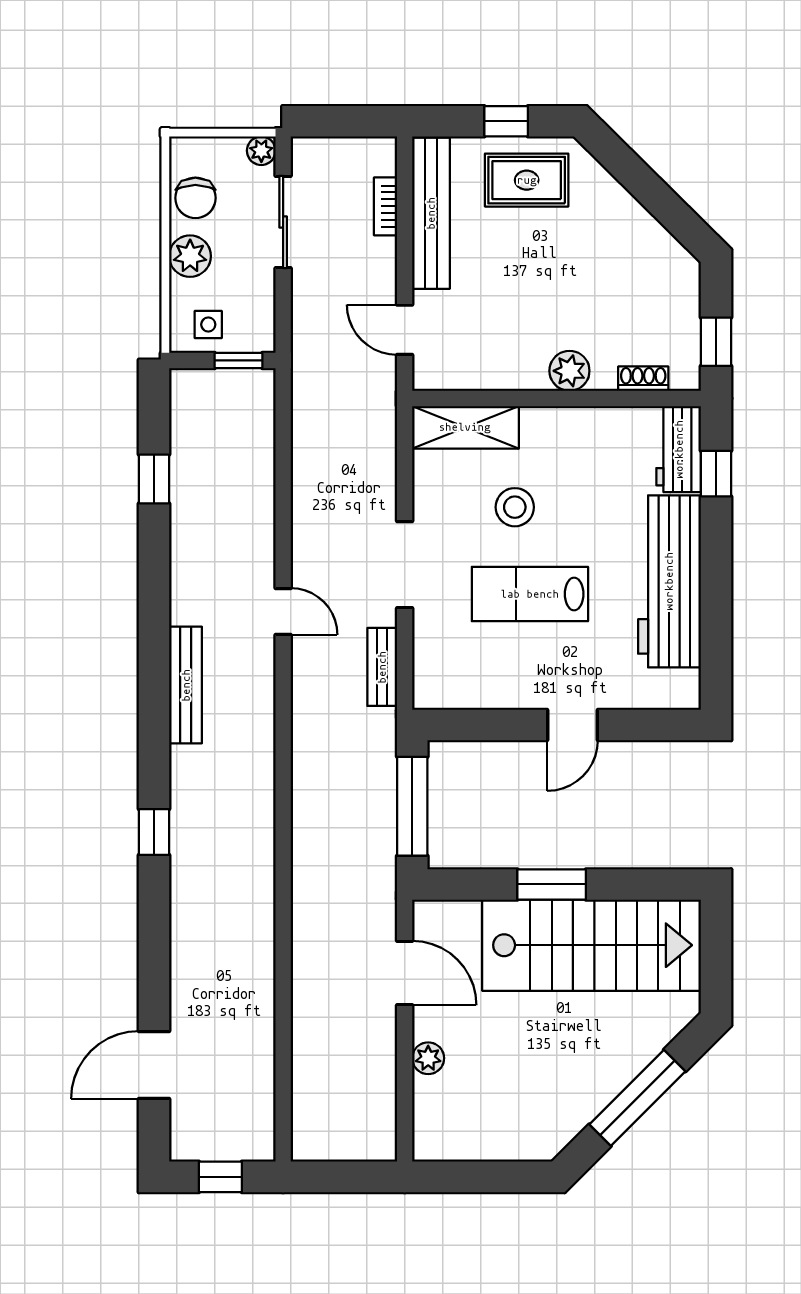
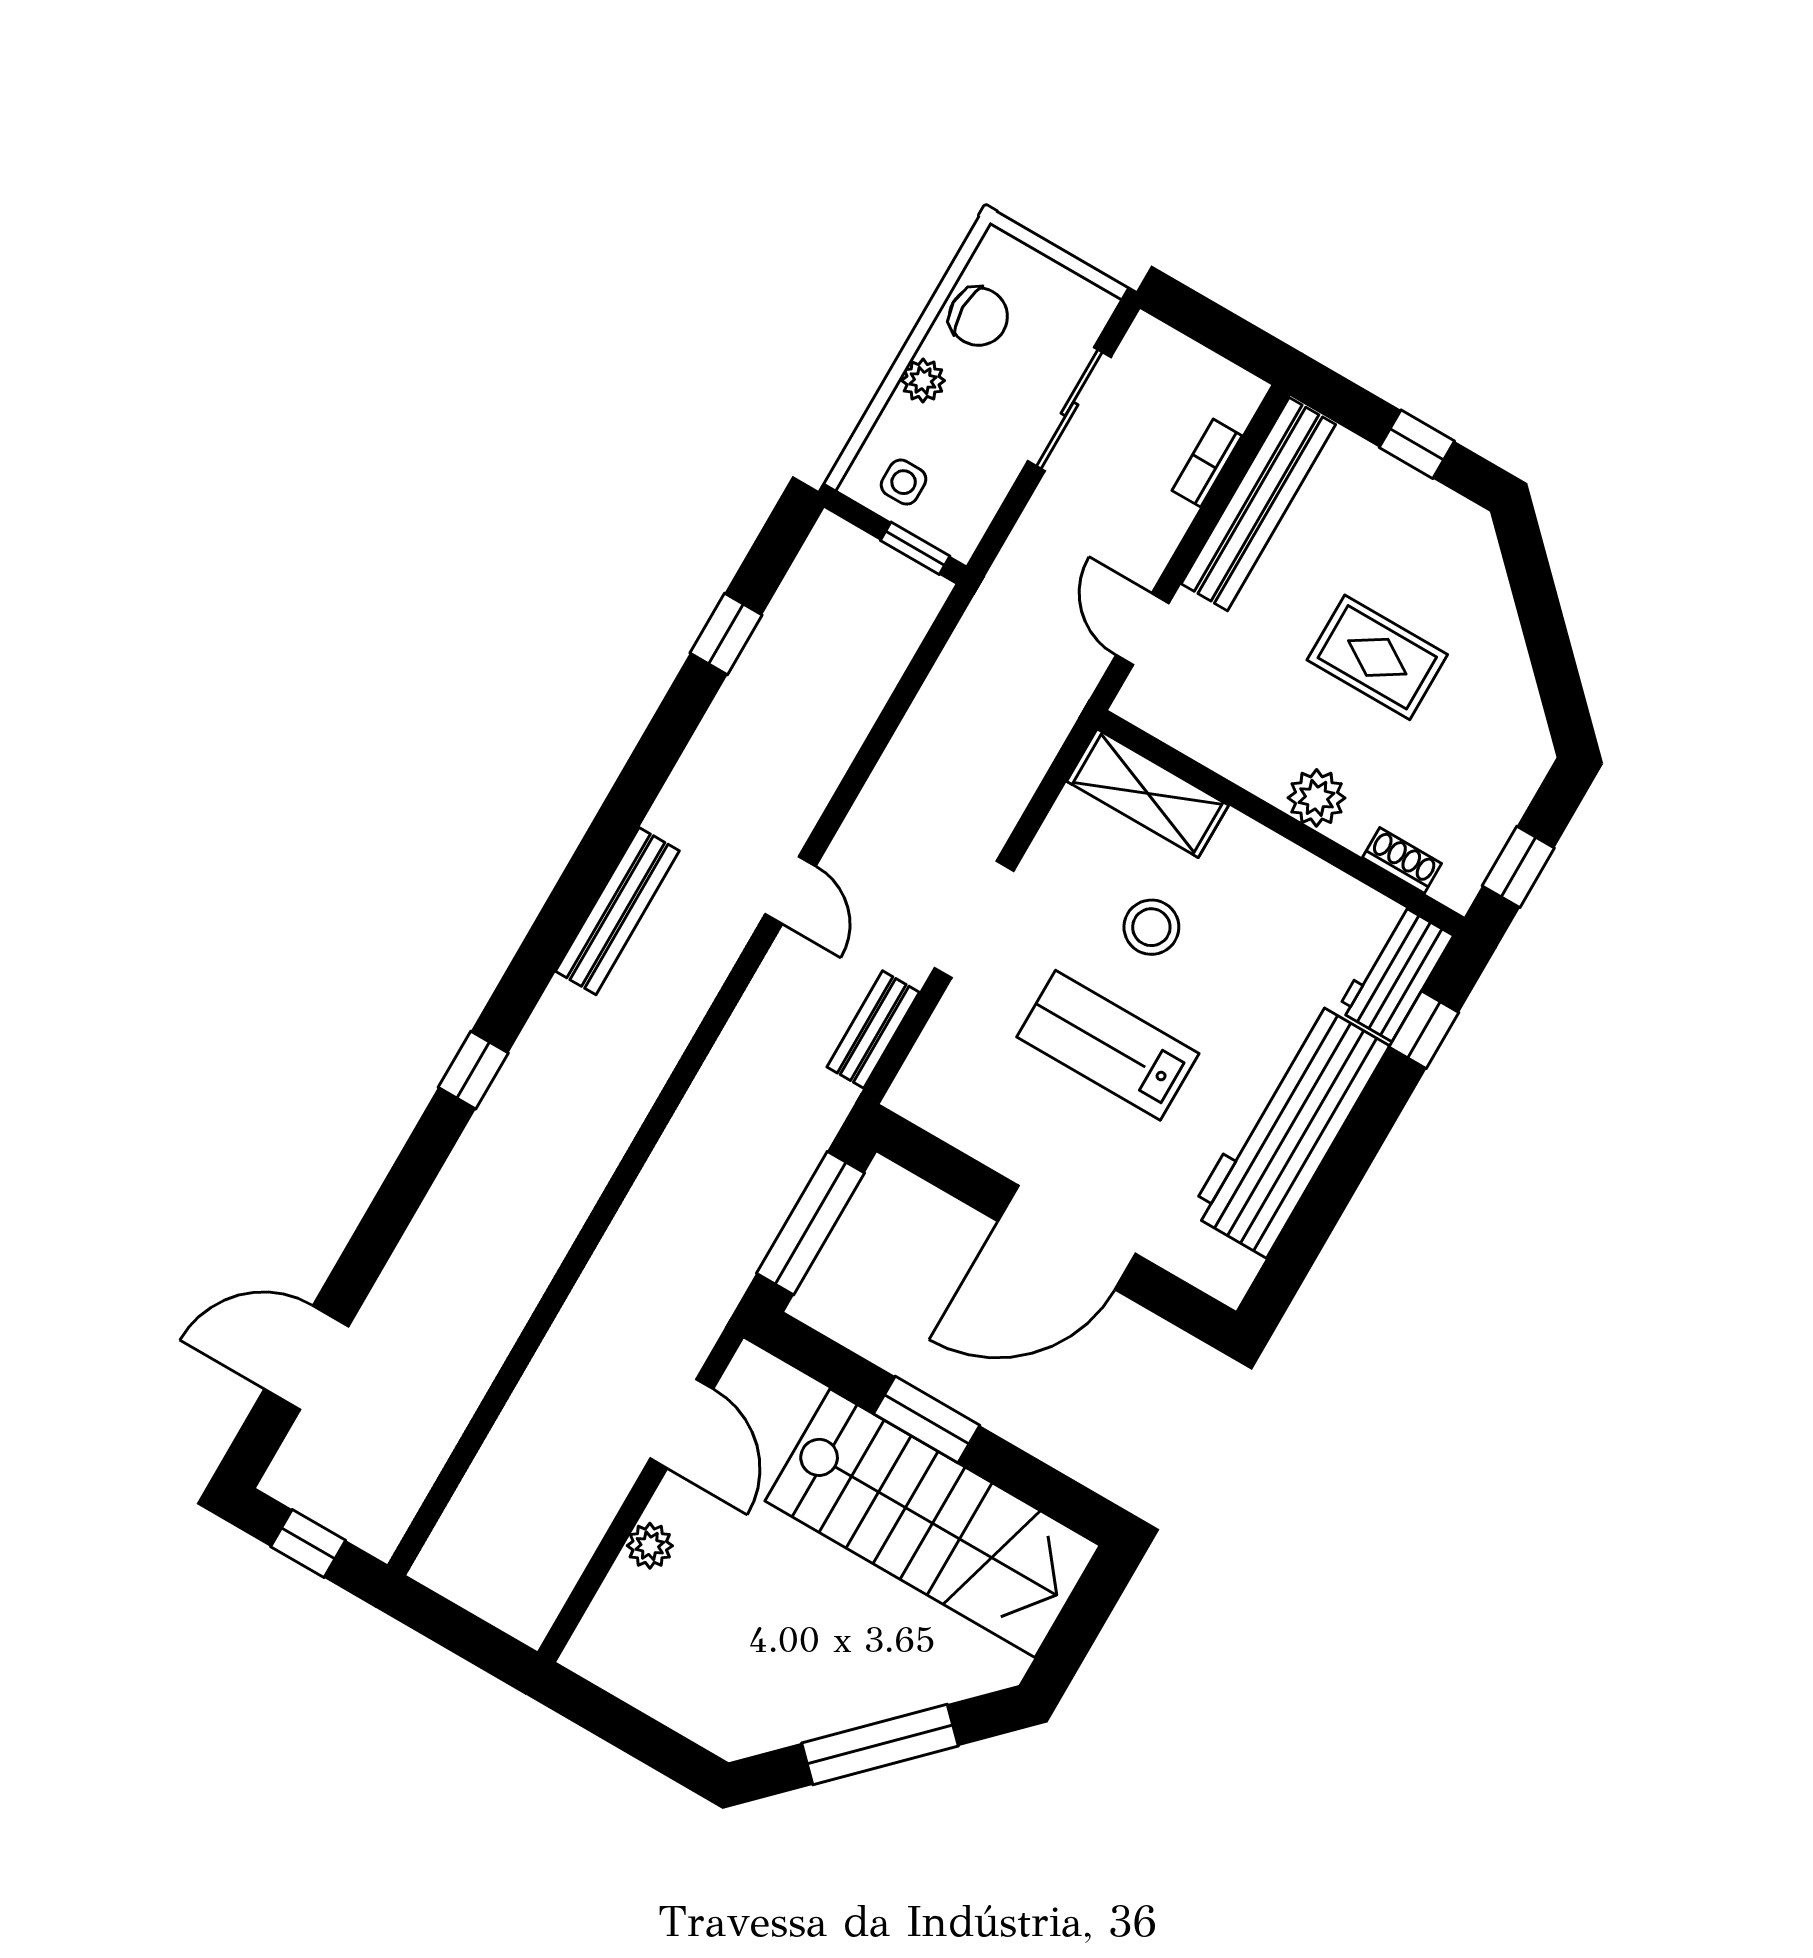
plant: (261, 151) -> (1093, 305), removed
rug: (527, 180) -> (1377, 657), moved
chair: (195, 198) -> (978, 317), turned -90
plant: (190, 256) -> (923, 380), width x0.73, depth x0.73
door: (572, 725) -> (1067, 1238), width x1.87

